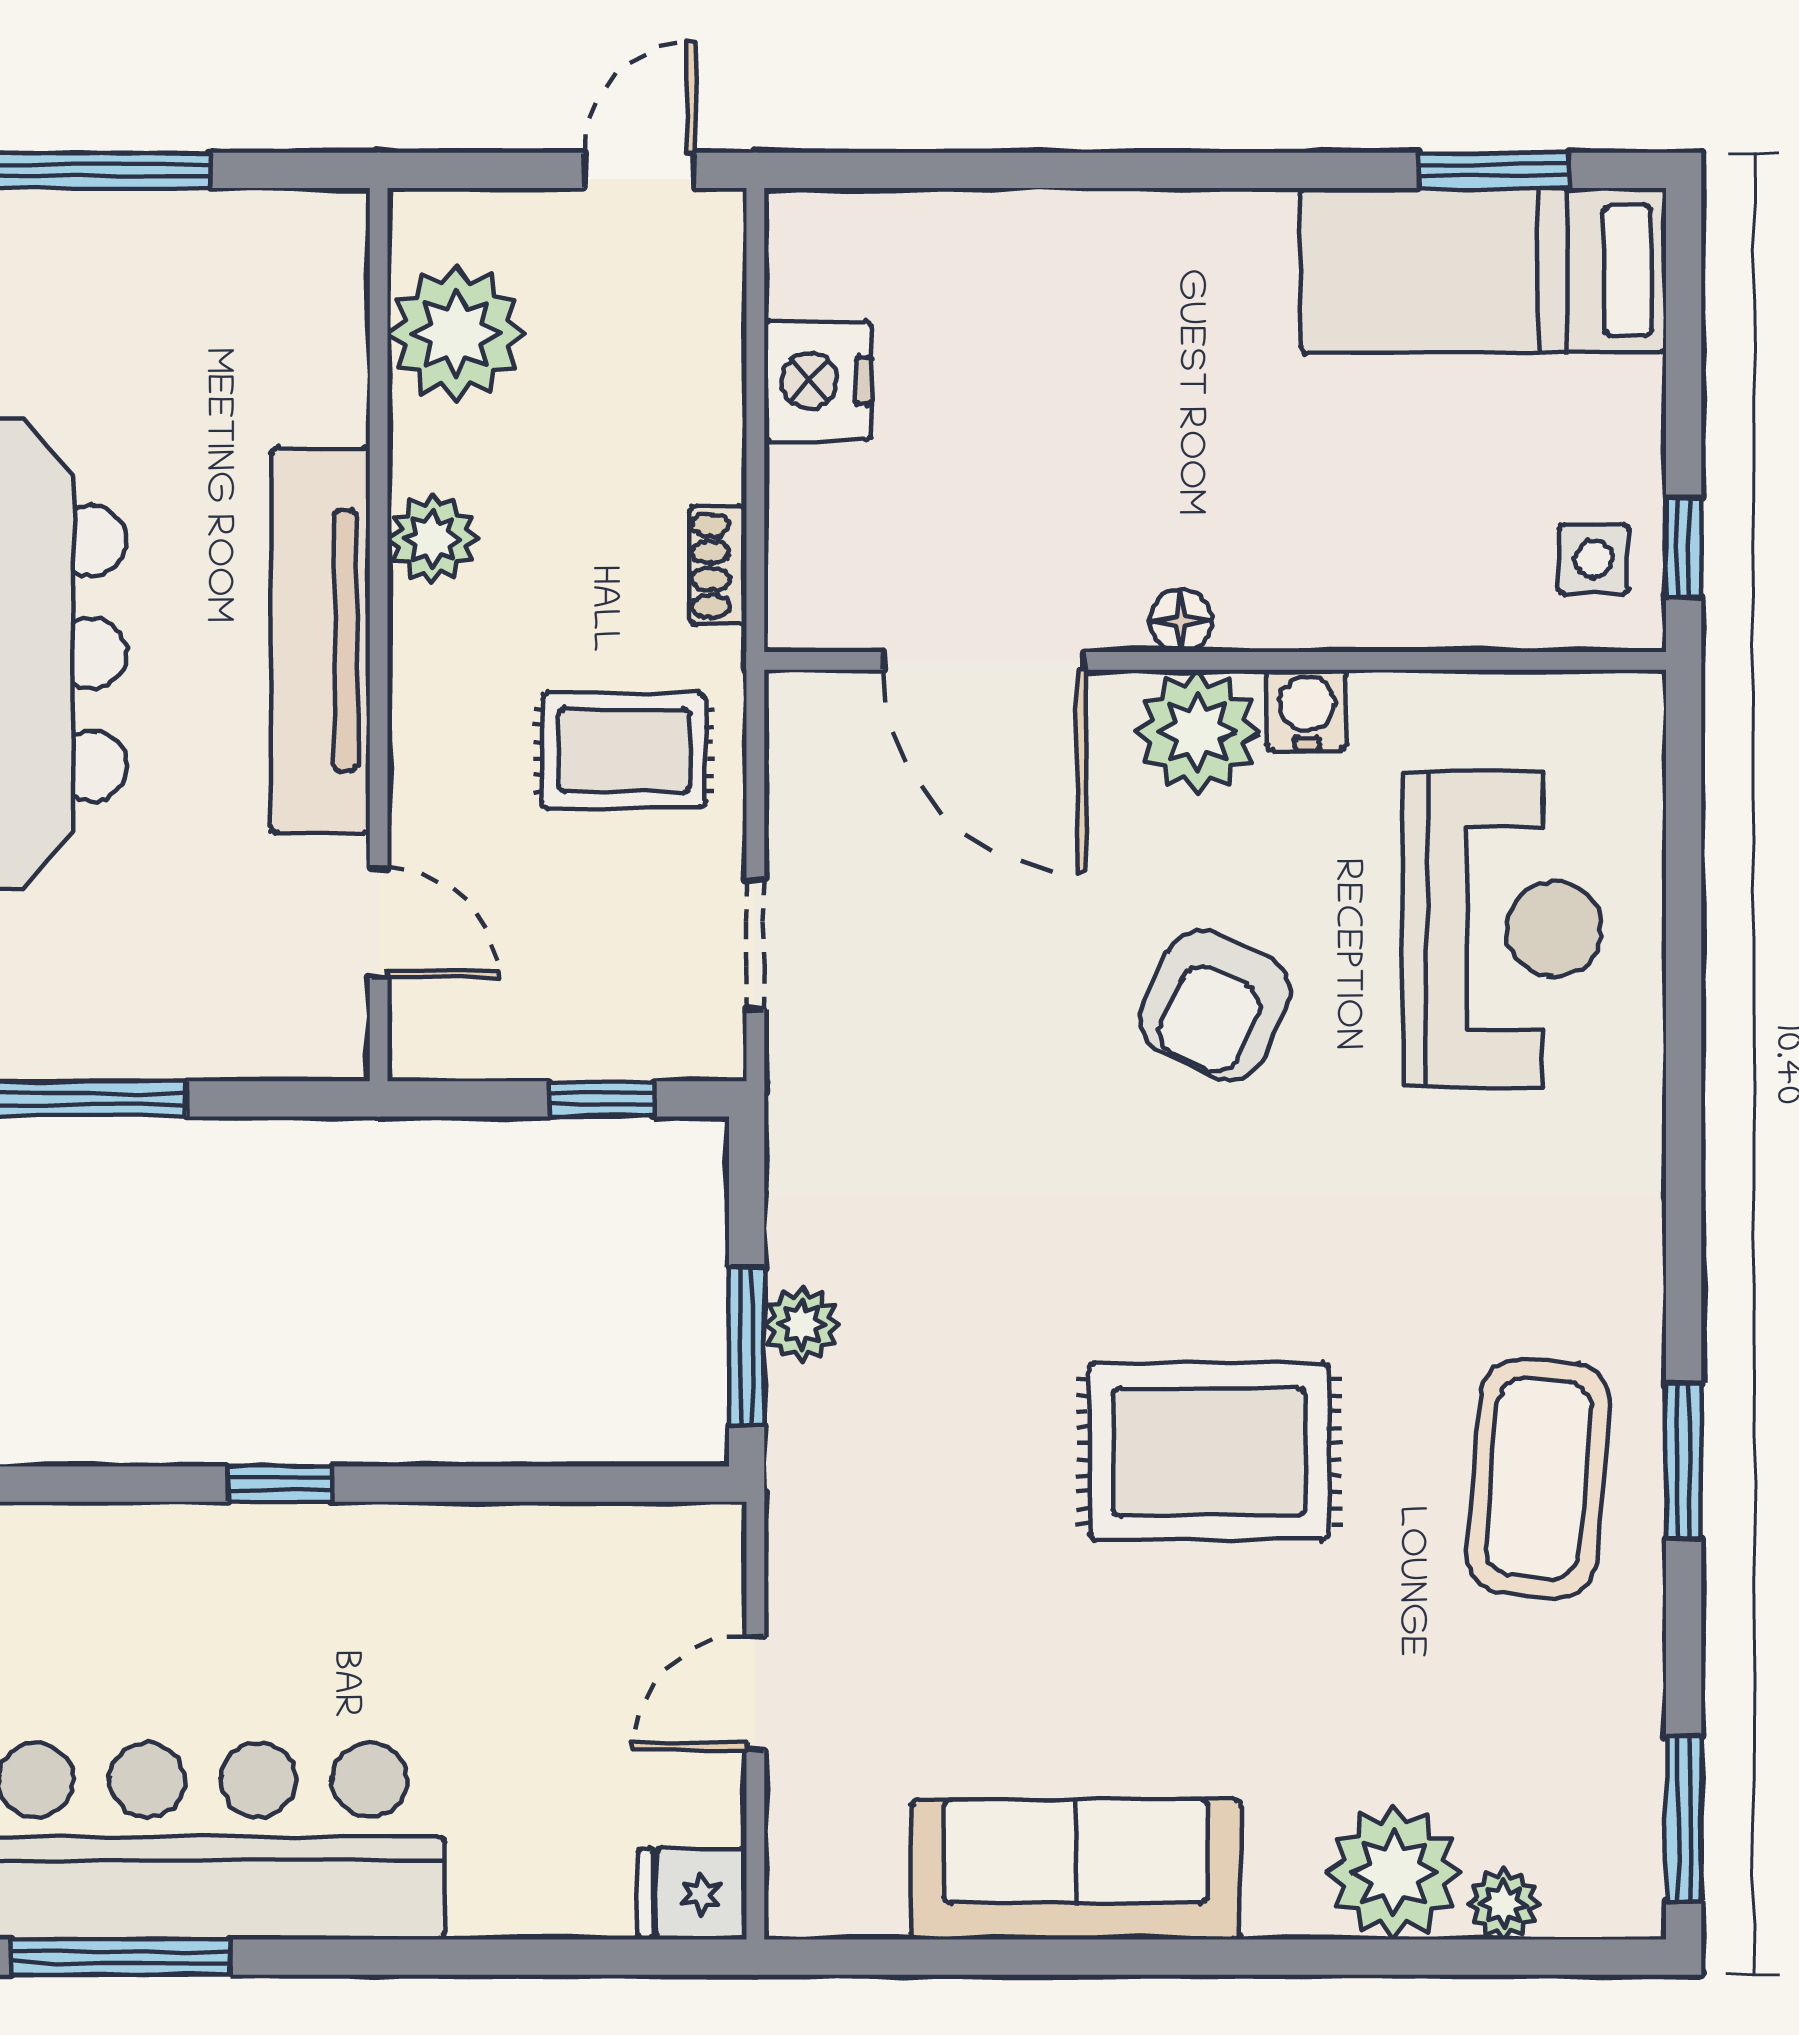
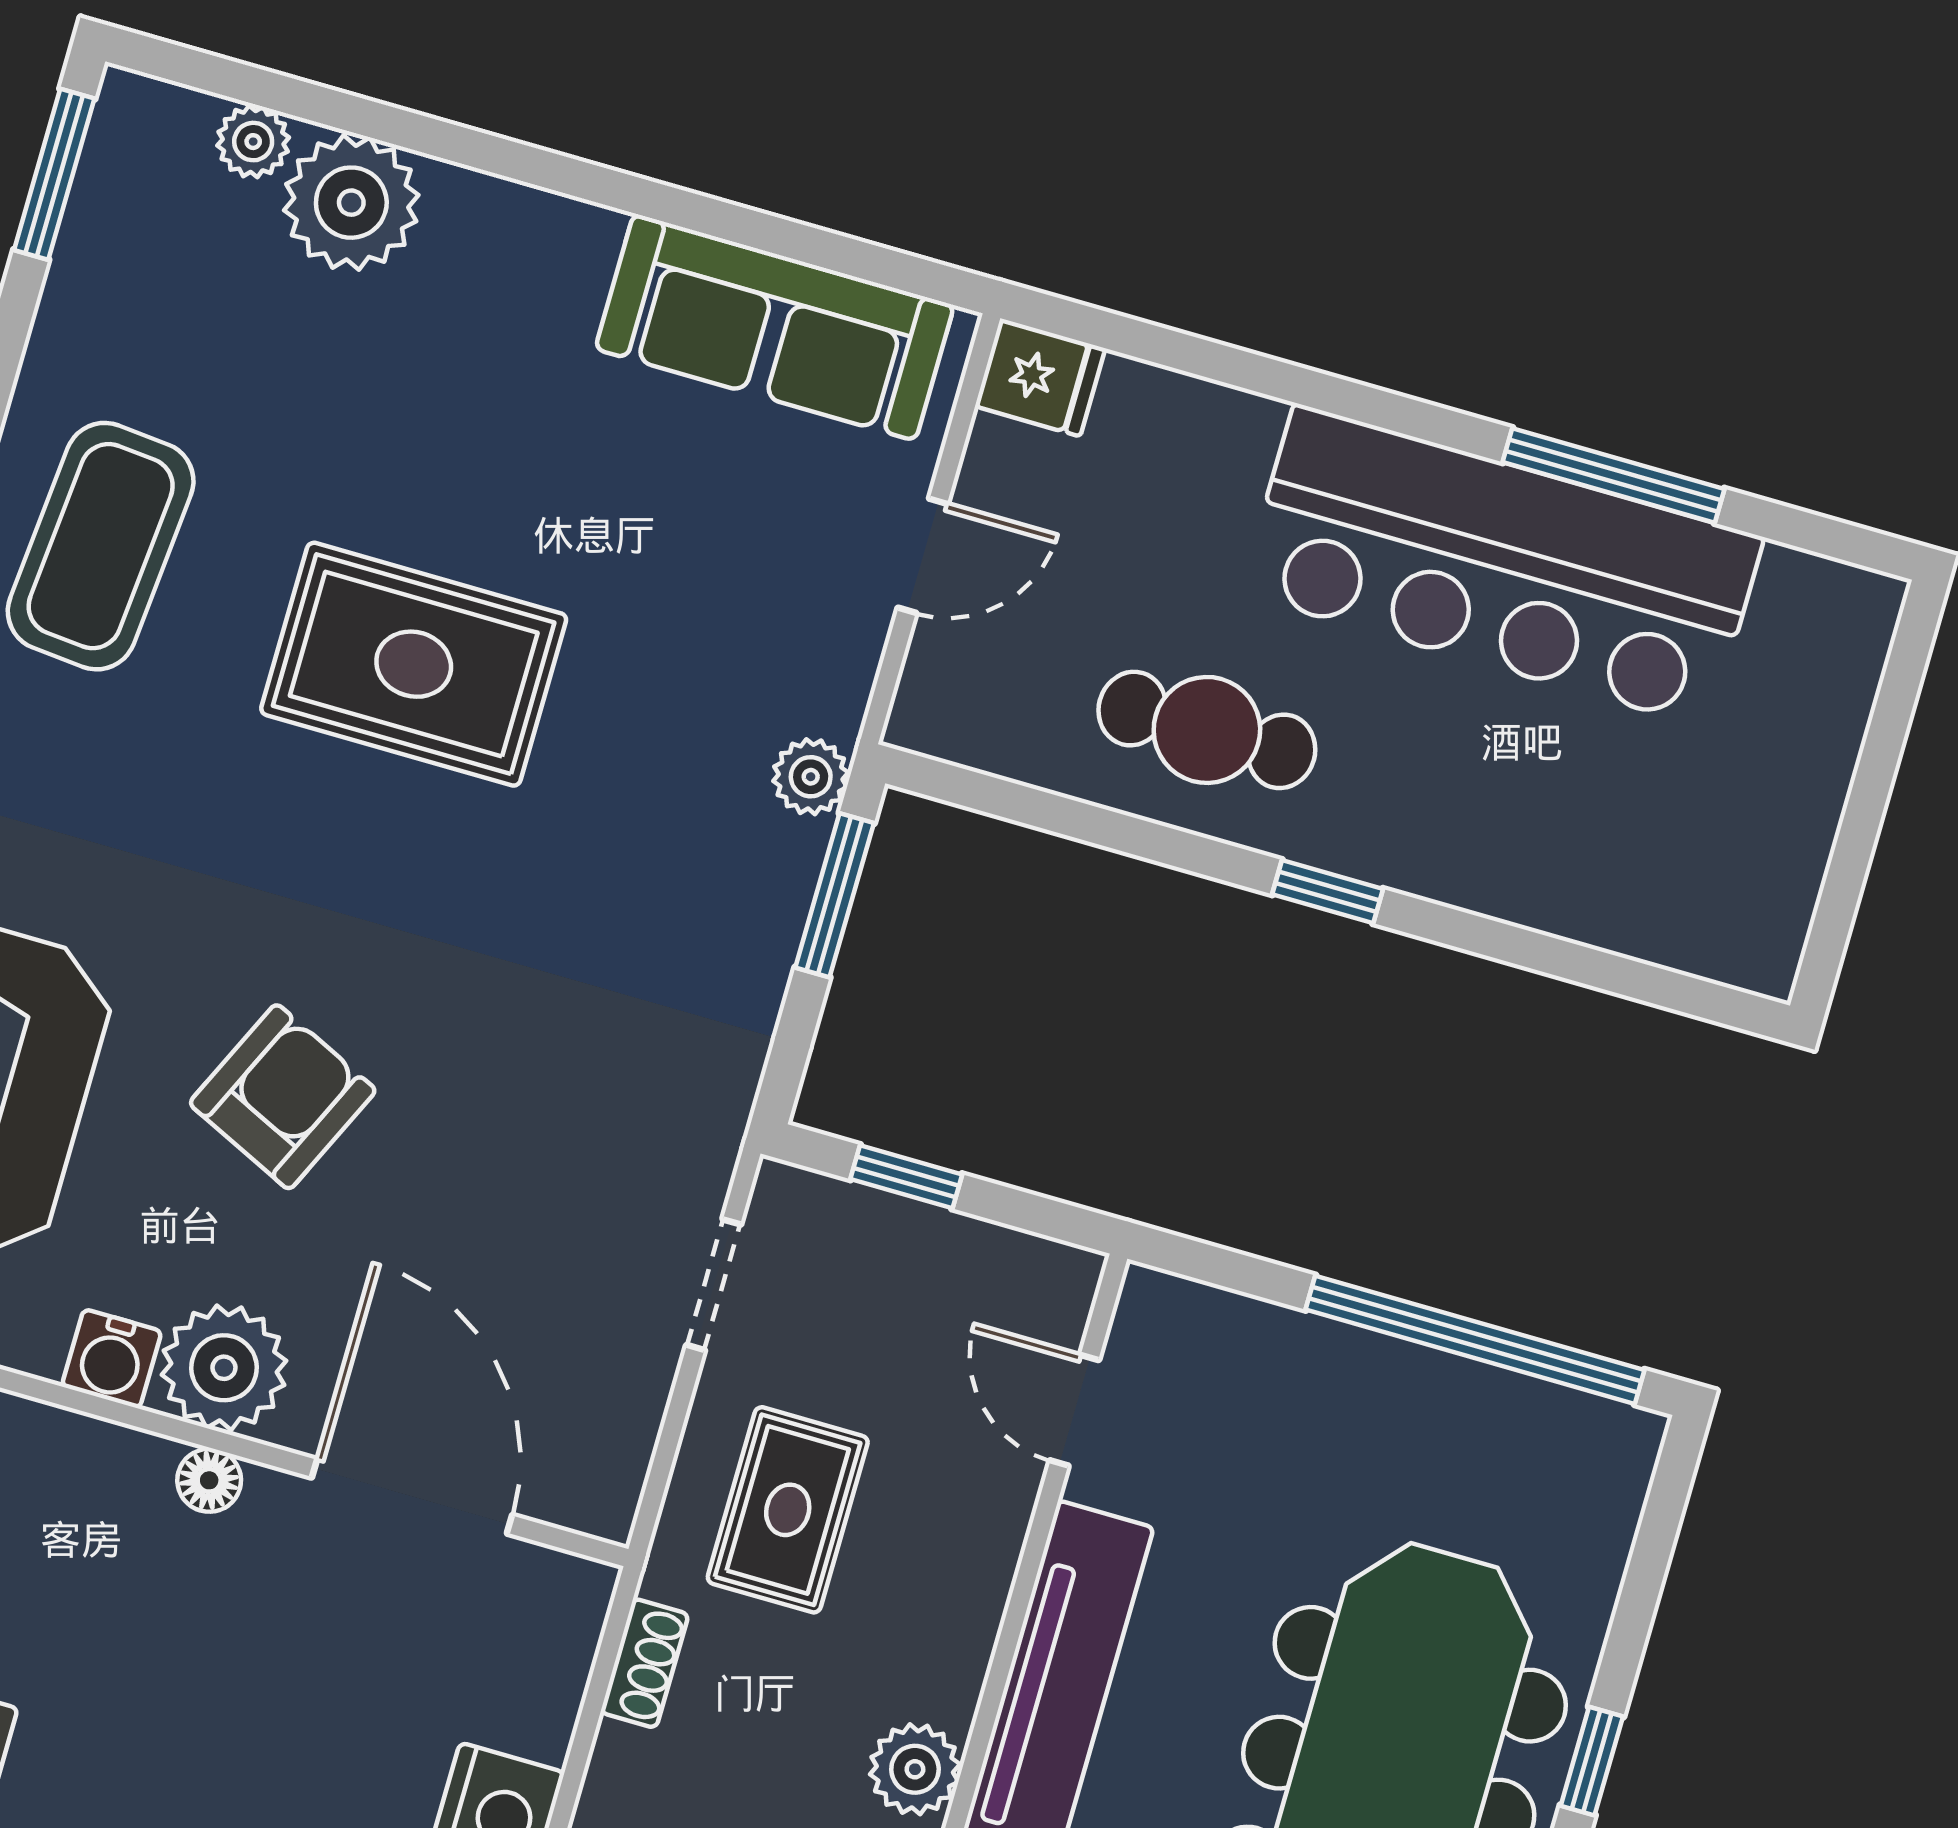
rug: (624, 750) -> (788, 1510), turned 90
plant: (801, 1325) -> (811, 777), moved
cafe table: (438, 1605) -> (1207, 730), added
sofa: (1076, 1870) -> (775, 327), moved

